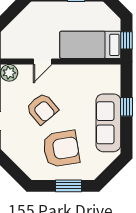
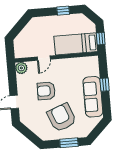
armchair: (42, 109) -> (46, 91), turned 130
armchair: (61, 149) -> (62, 117), turned -102

